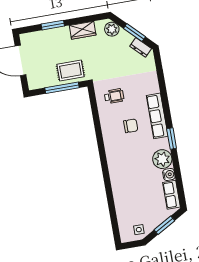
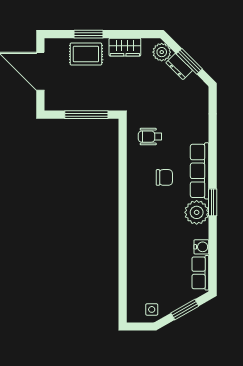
dresser: (141, 47) -> (179, 66), moved
rug: (70, 71) -> (86, 54), moved
wheelchair: (114, 96) -> (150, 137), turned 180
plant: (162, 159) -> (197, 212), moved

